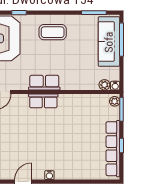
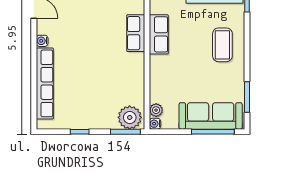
plant: (115, 101) -> (130, 117), width x1.87, depth x1.87
row of seats: (113, 149) -> (45, 83), moved, turned 90

